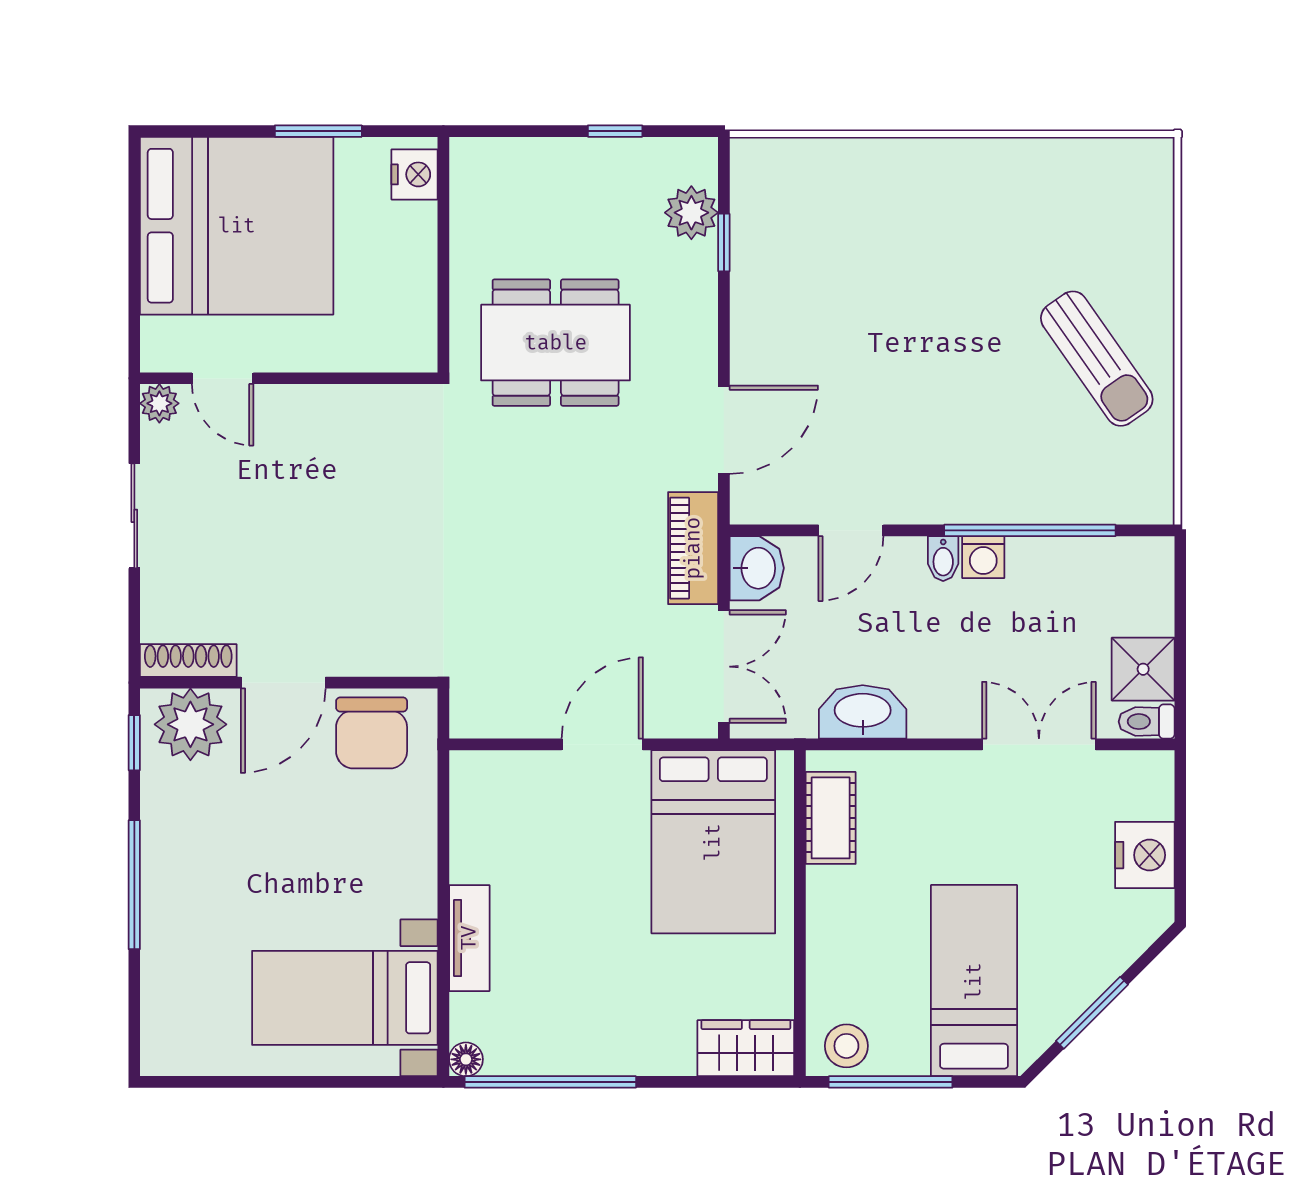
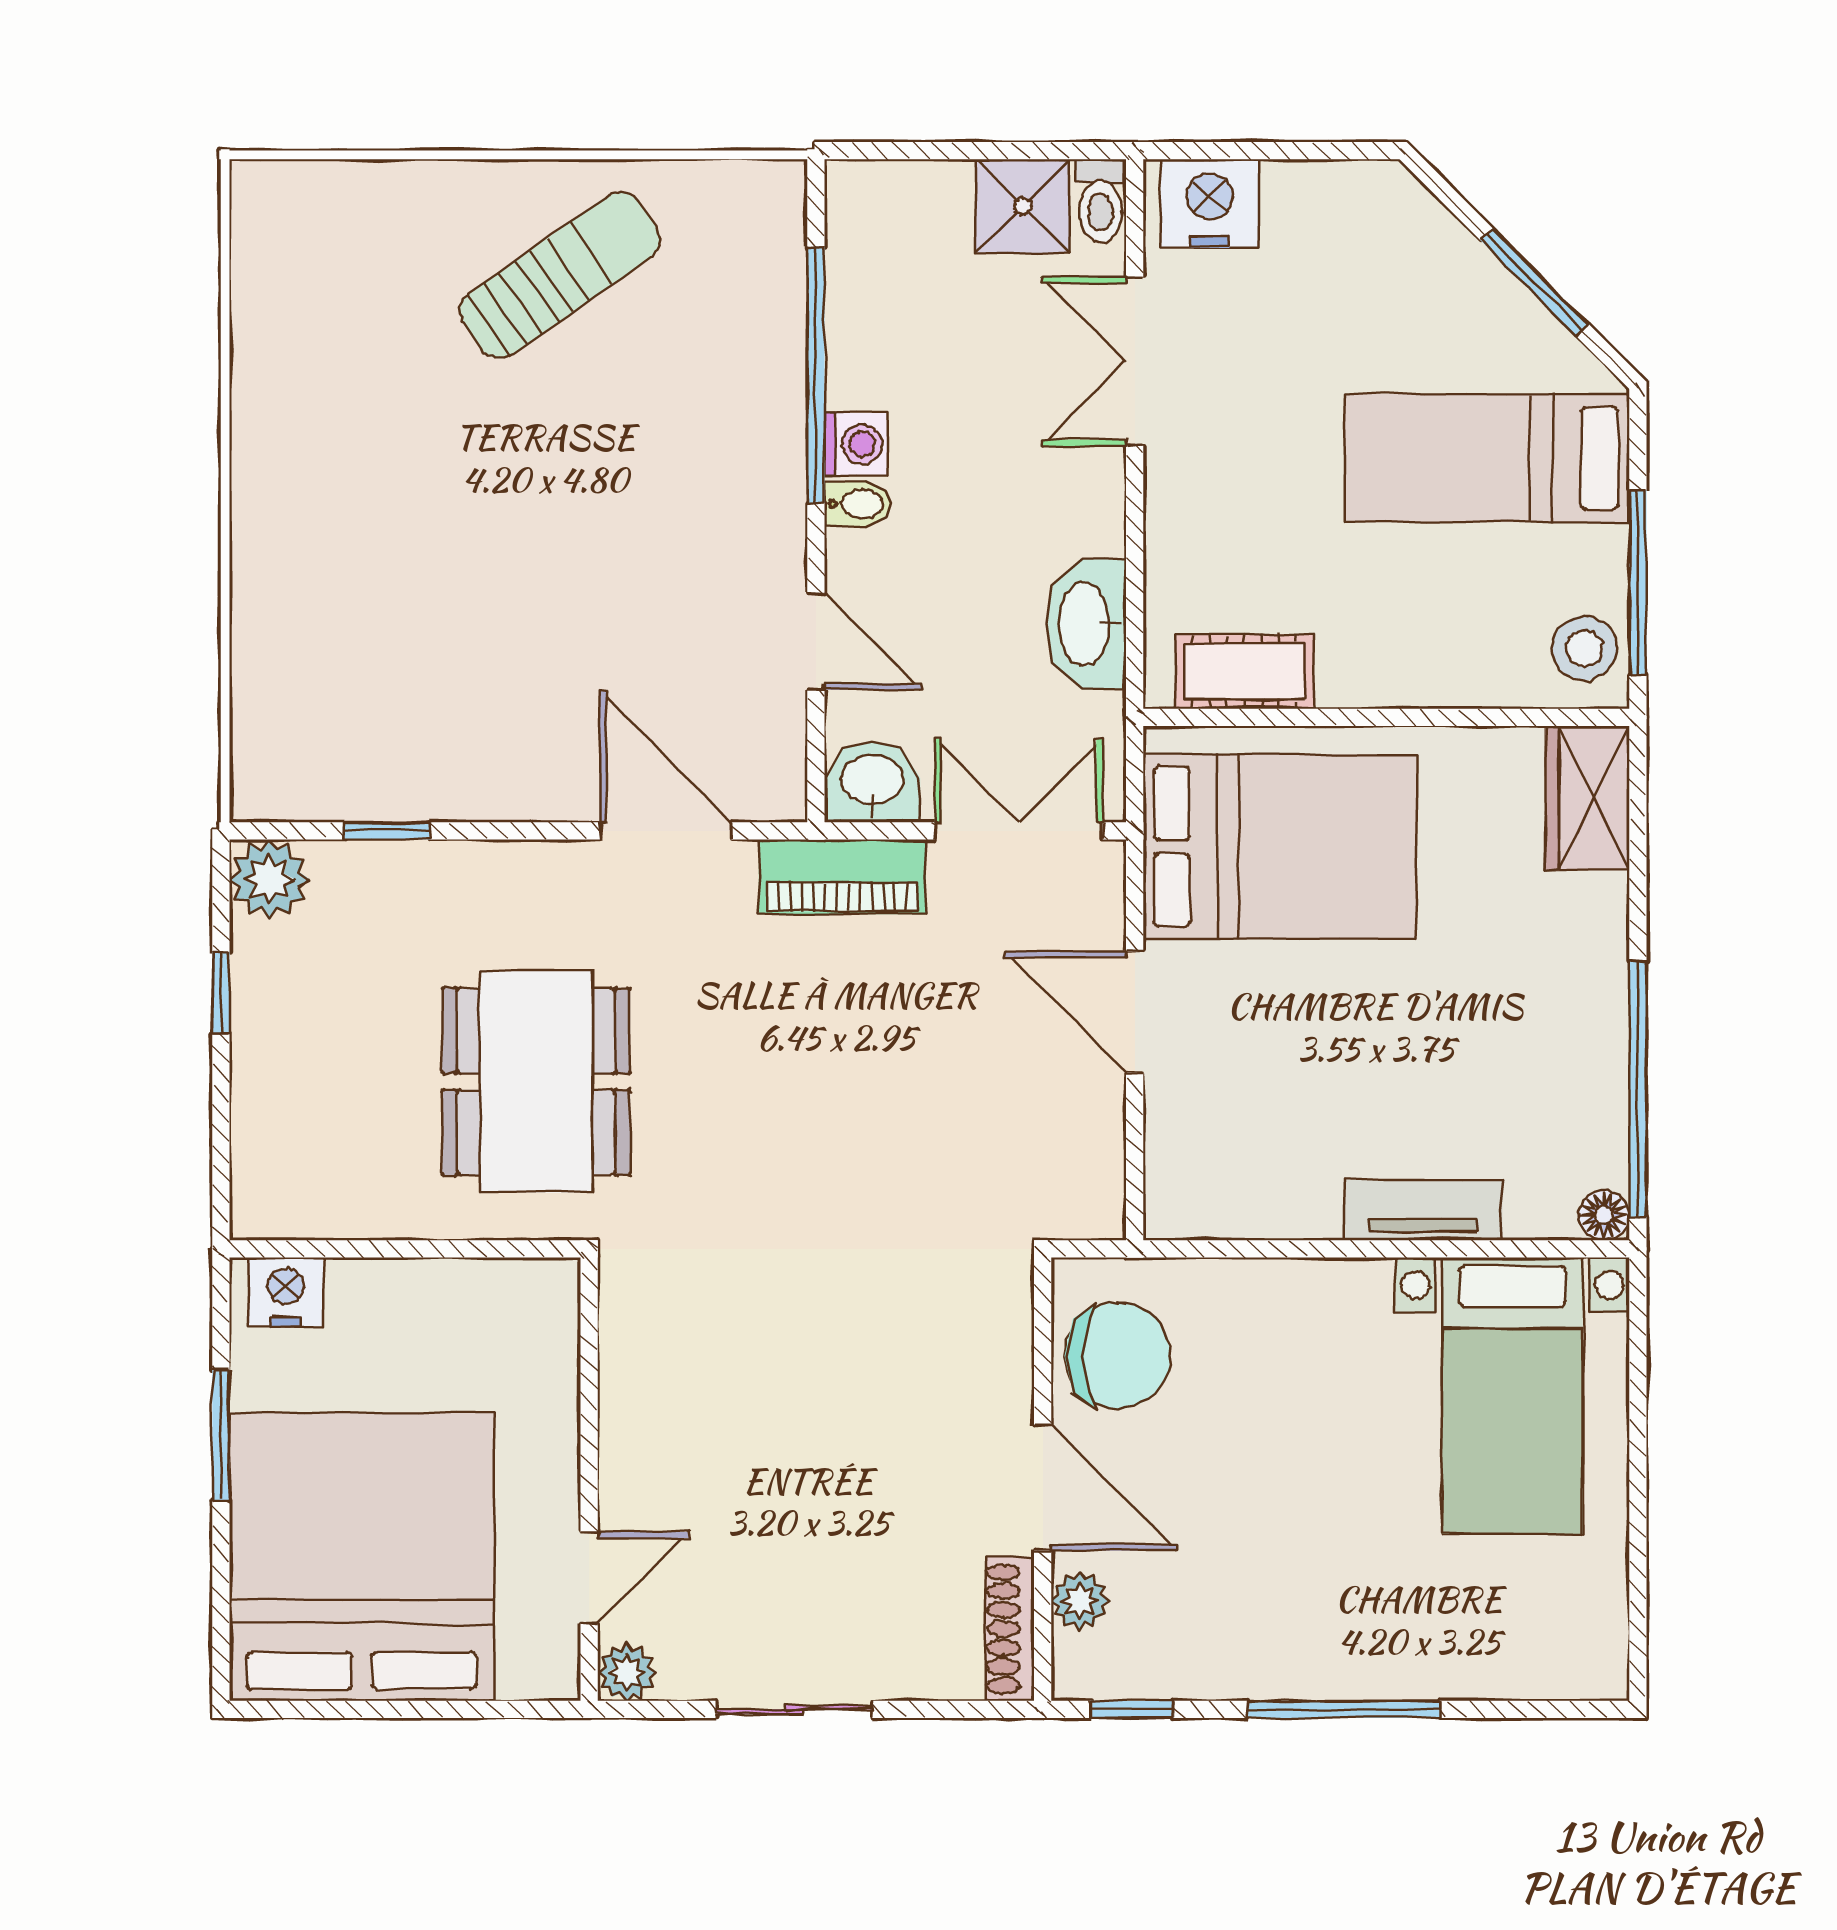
plant: (691, 213) -> (269, 879), moved
plant: (190, 724) -> (1080, 1601), width x0.53, depth x0.53
nightstand: (1145, 855) -> (1210, 203), moved

